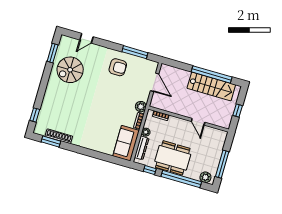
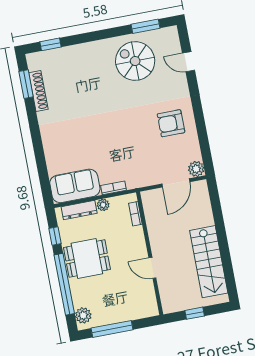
window: (135, 52) -> (203, 136), removed
armchair: (118, 67) -> (171, 123), turned 90
window: (212, 74) -> (225, 254), removed
plant: (141, 107) -> (196, 169), moved
door: (198, 122) -> (152, 268), hinge flipped
dining table: (173, 158) -> (87, 258), width x0.73

